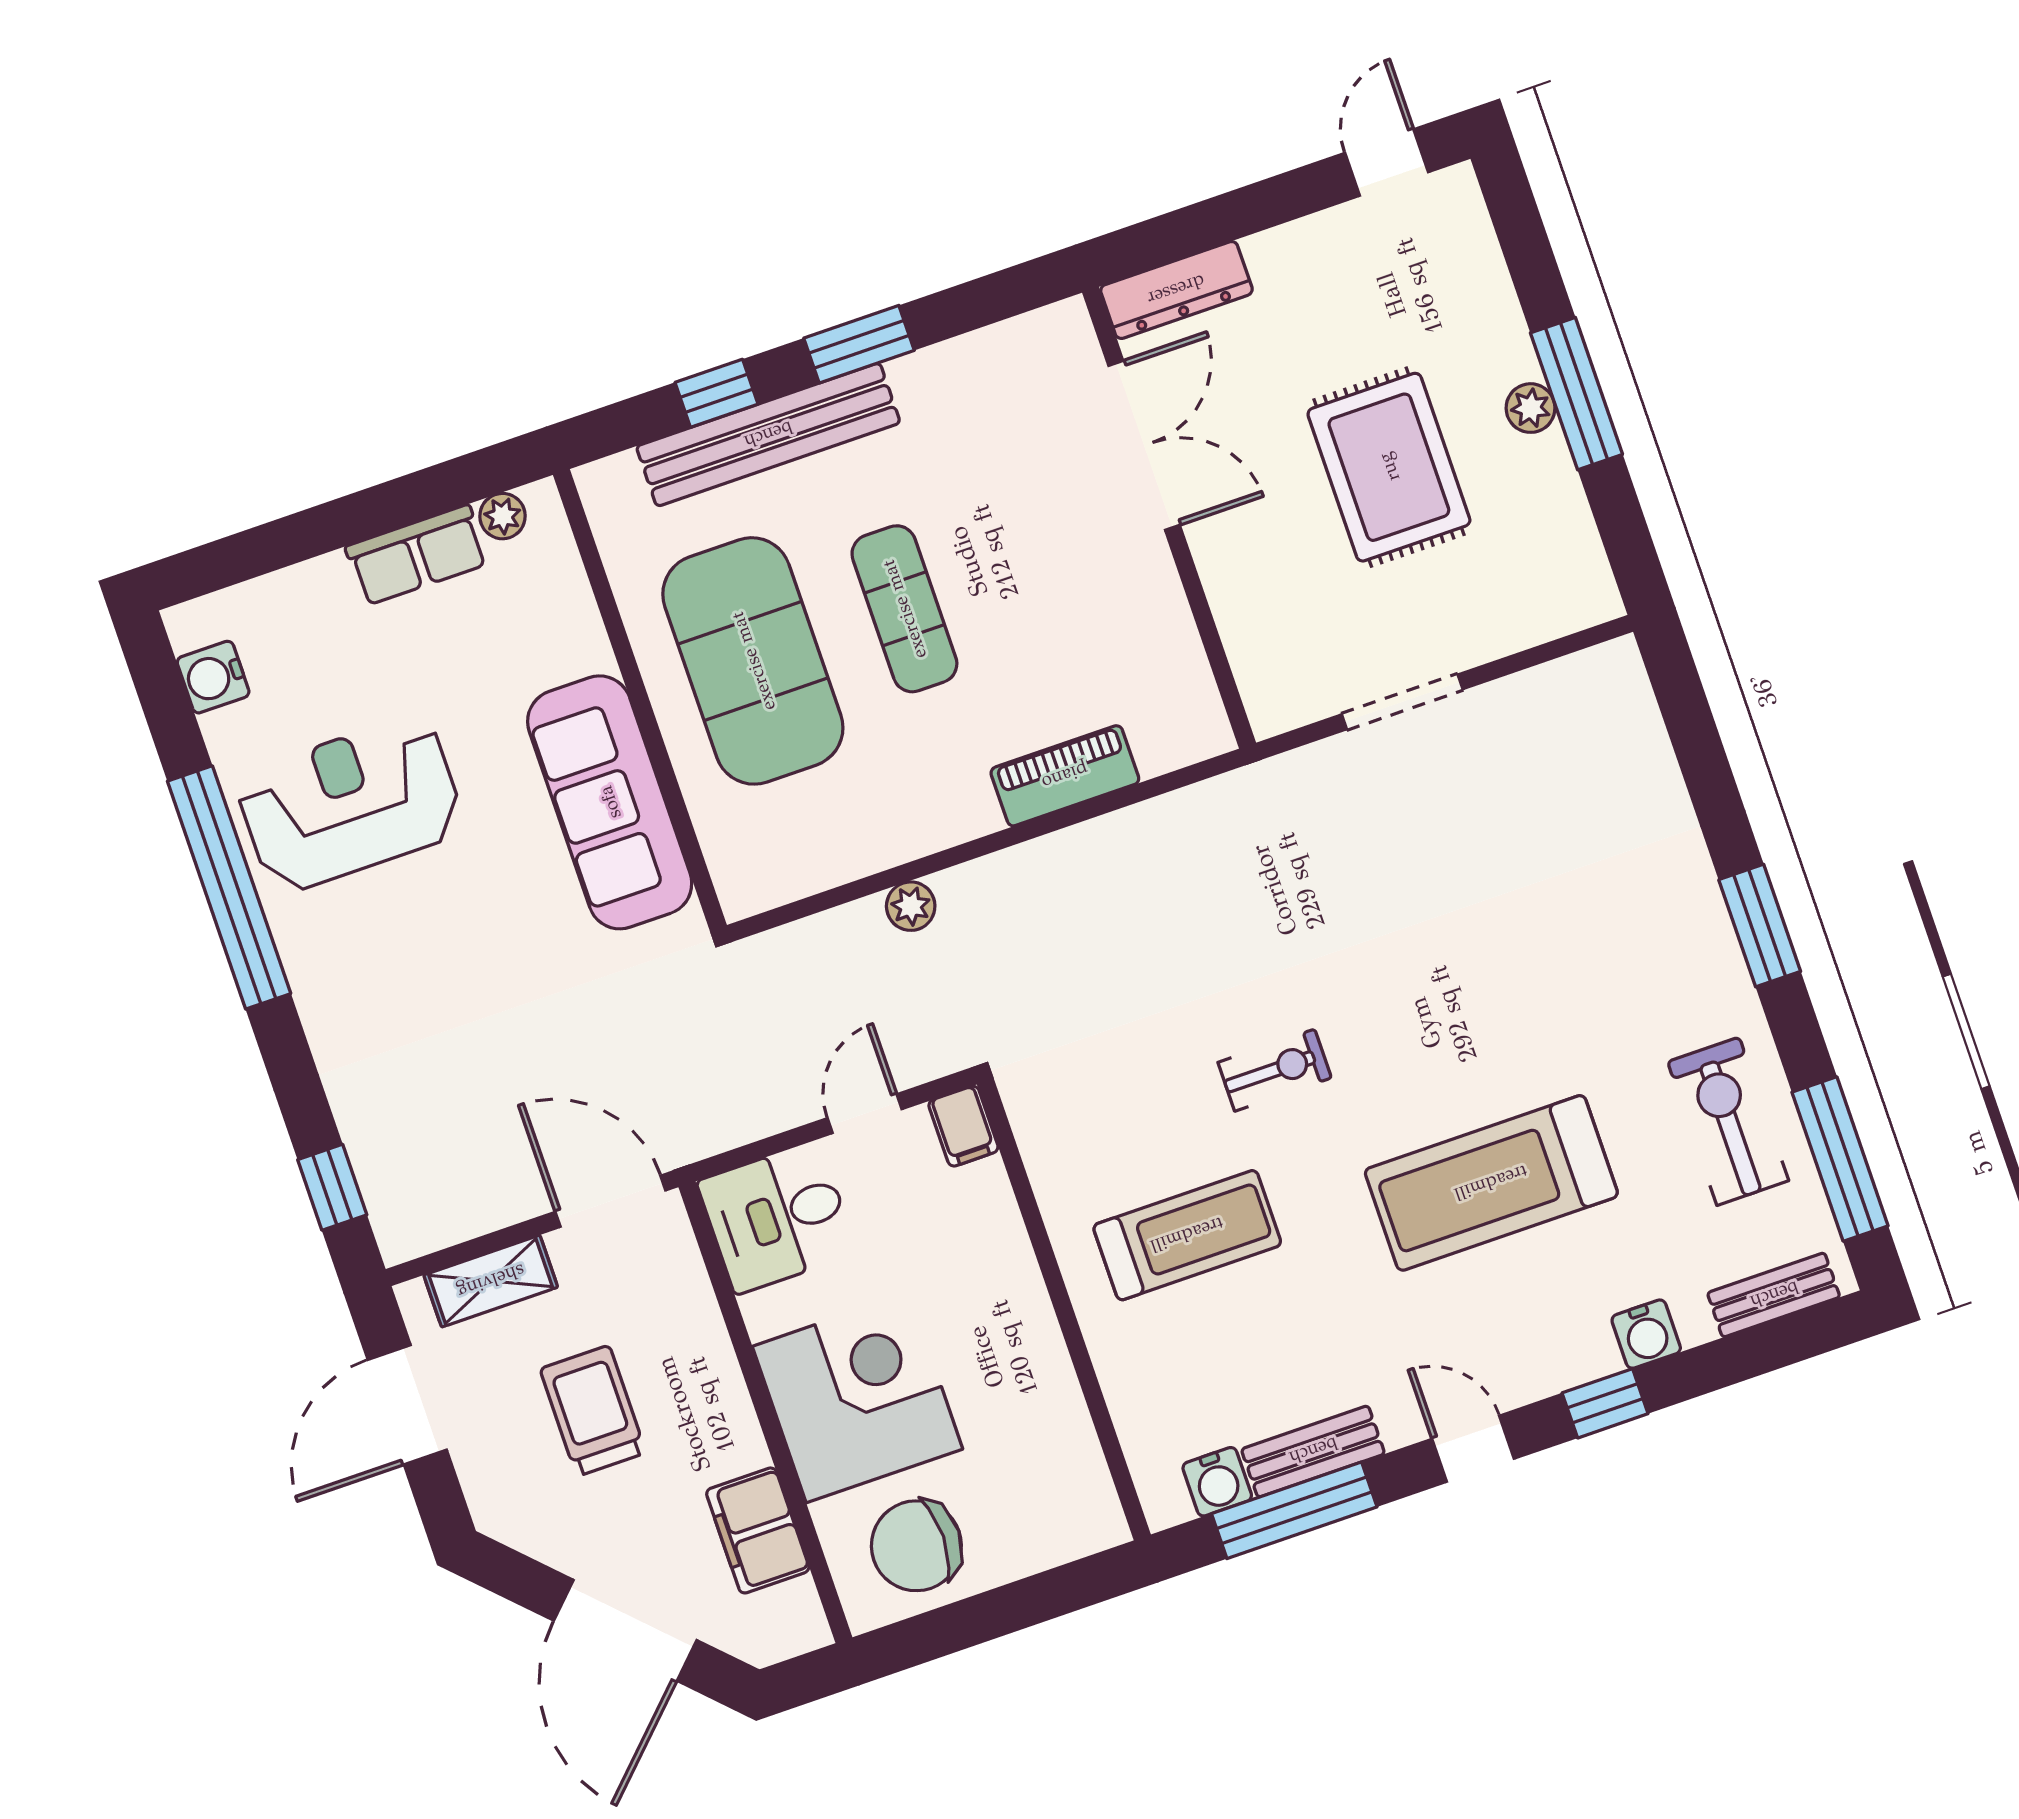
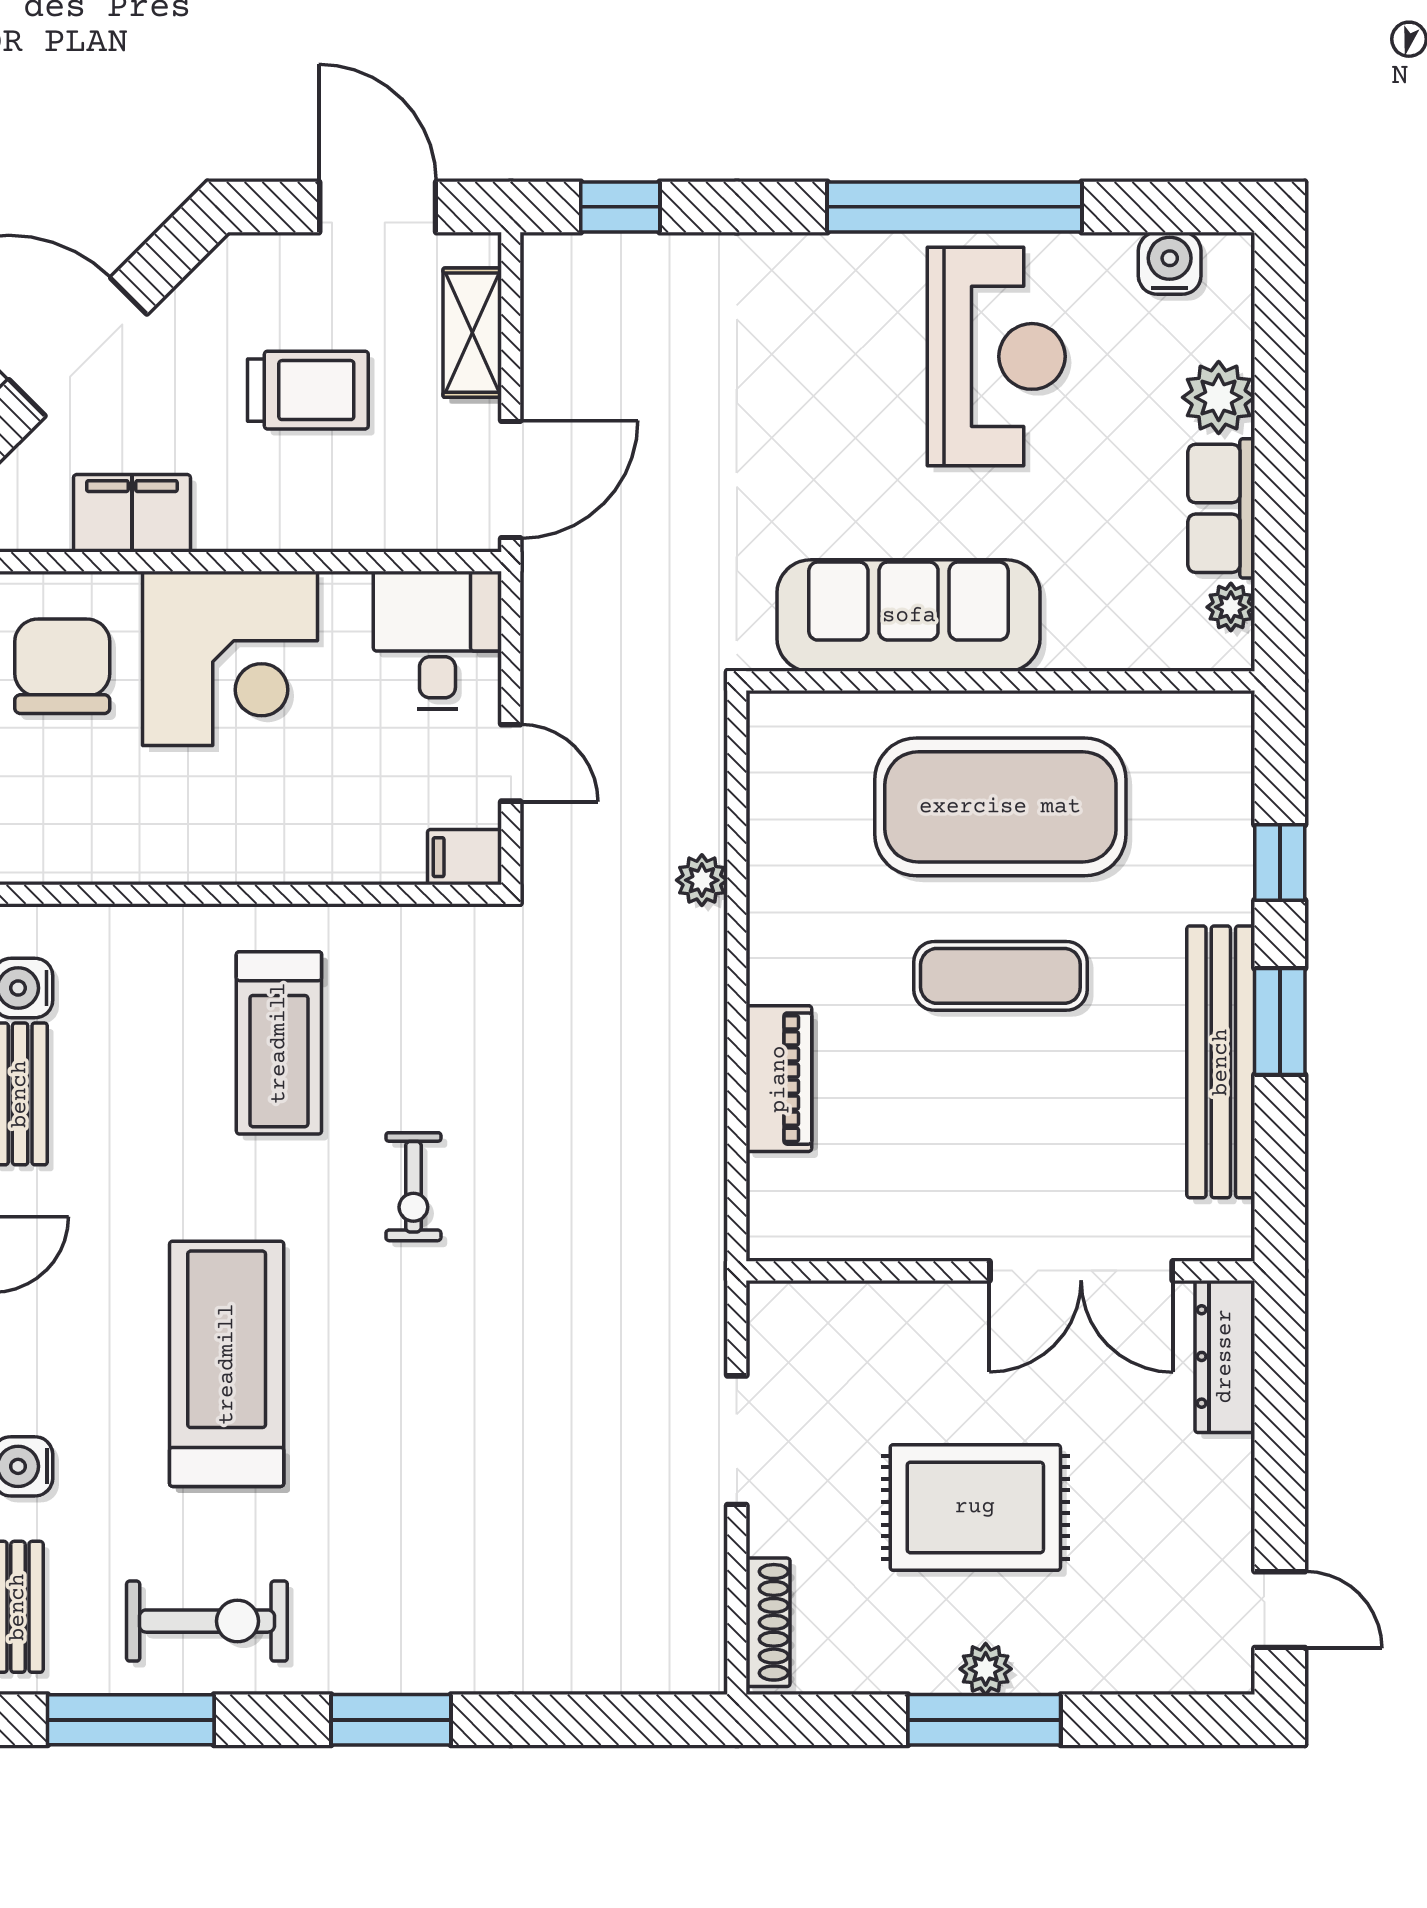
bench: (768, 435) -> (1221, 1062), moved
plant: (318, 592) -> (1219, 397), added
shoe rack: (1556, 618) -> (768, 1622), added

